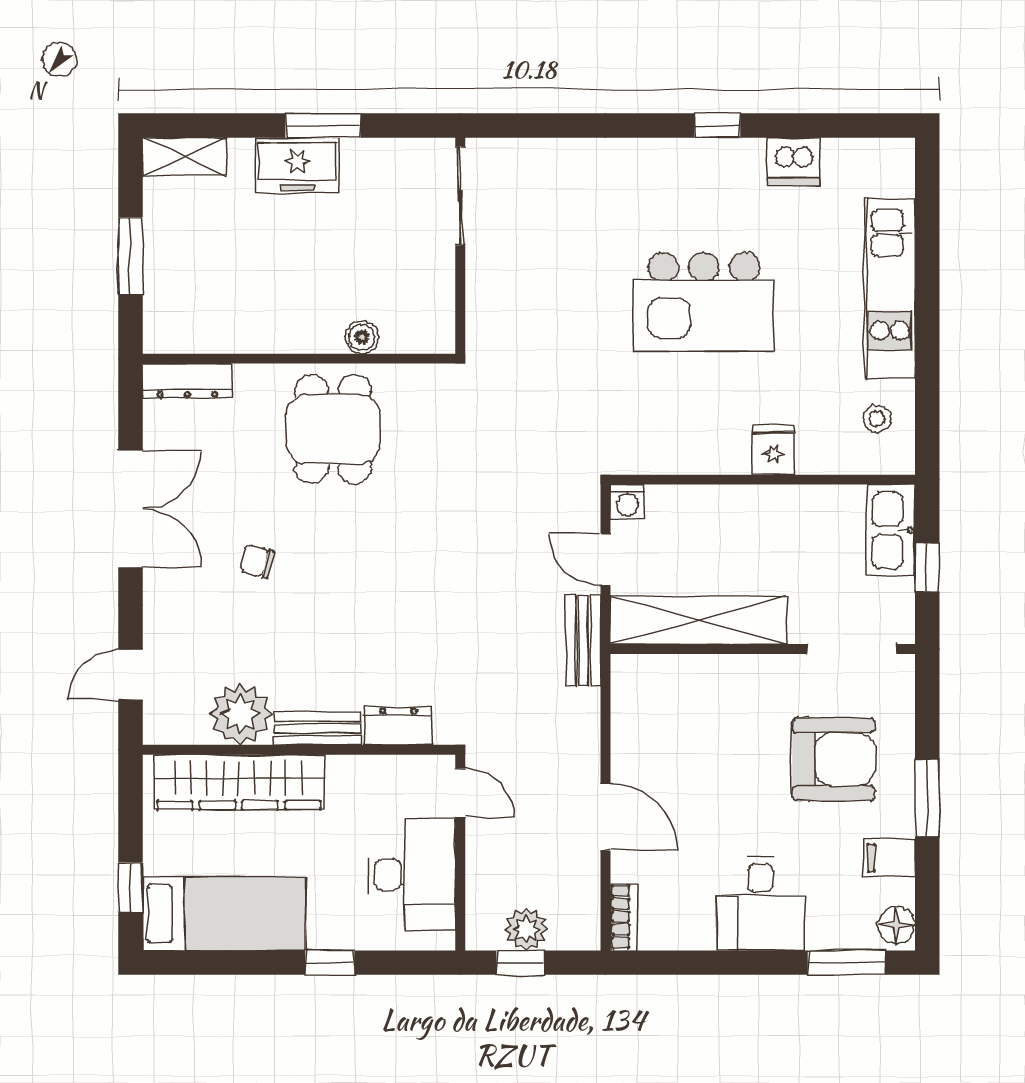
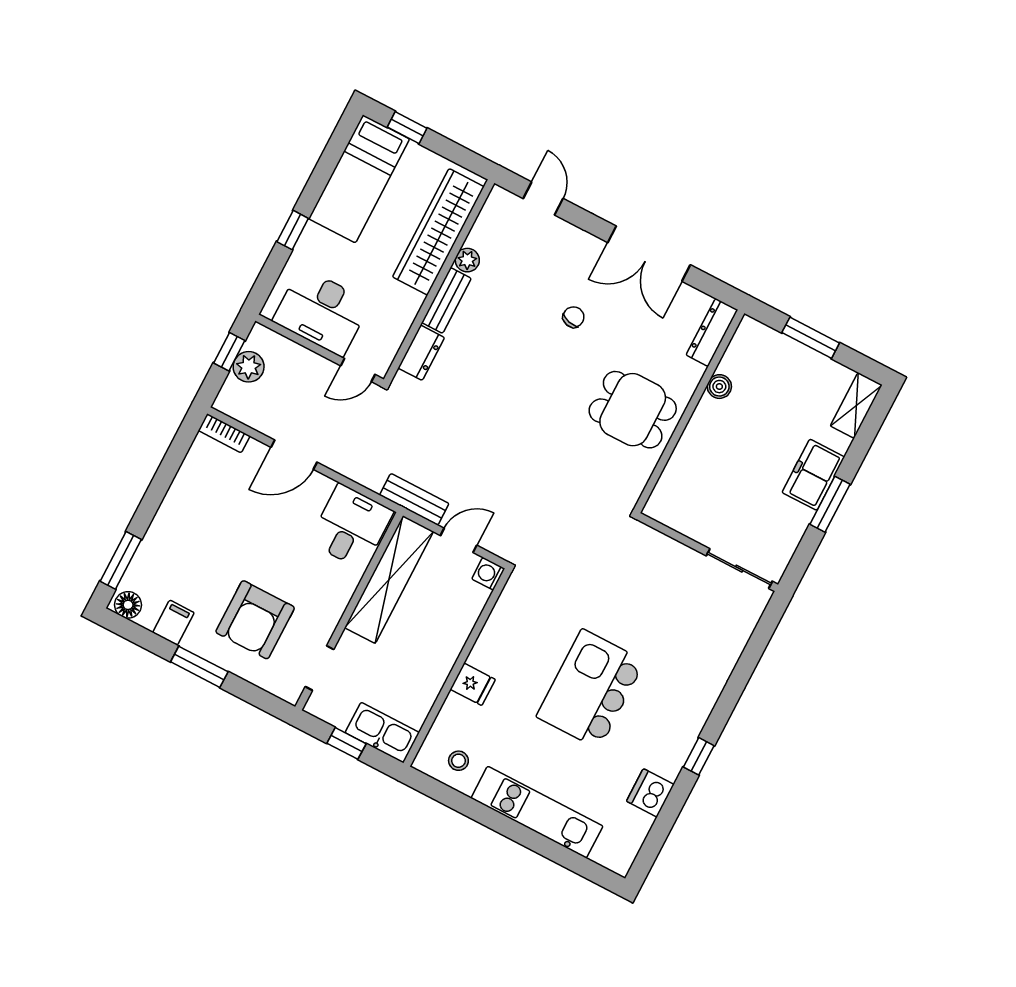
boiler: (362, 337) -> (719, 387), moved
doorway: (852, 649) -> (320, 668), width x0.73
plant: (240, 714) -> (467, 260), width x0.53, depth x0.53
desk: (761, 903) -> (351, 527), moved, turned 90

